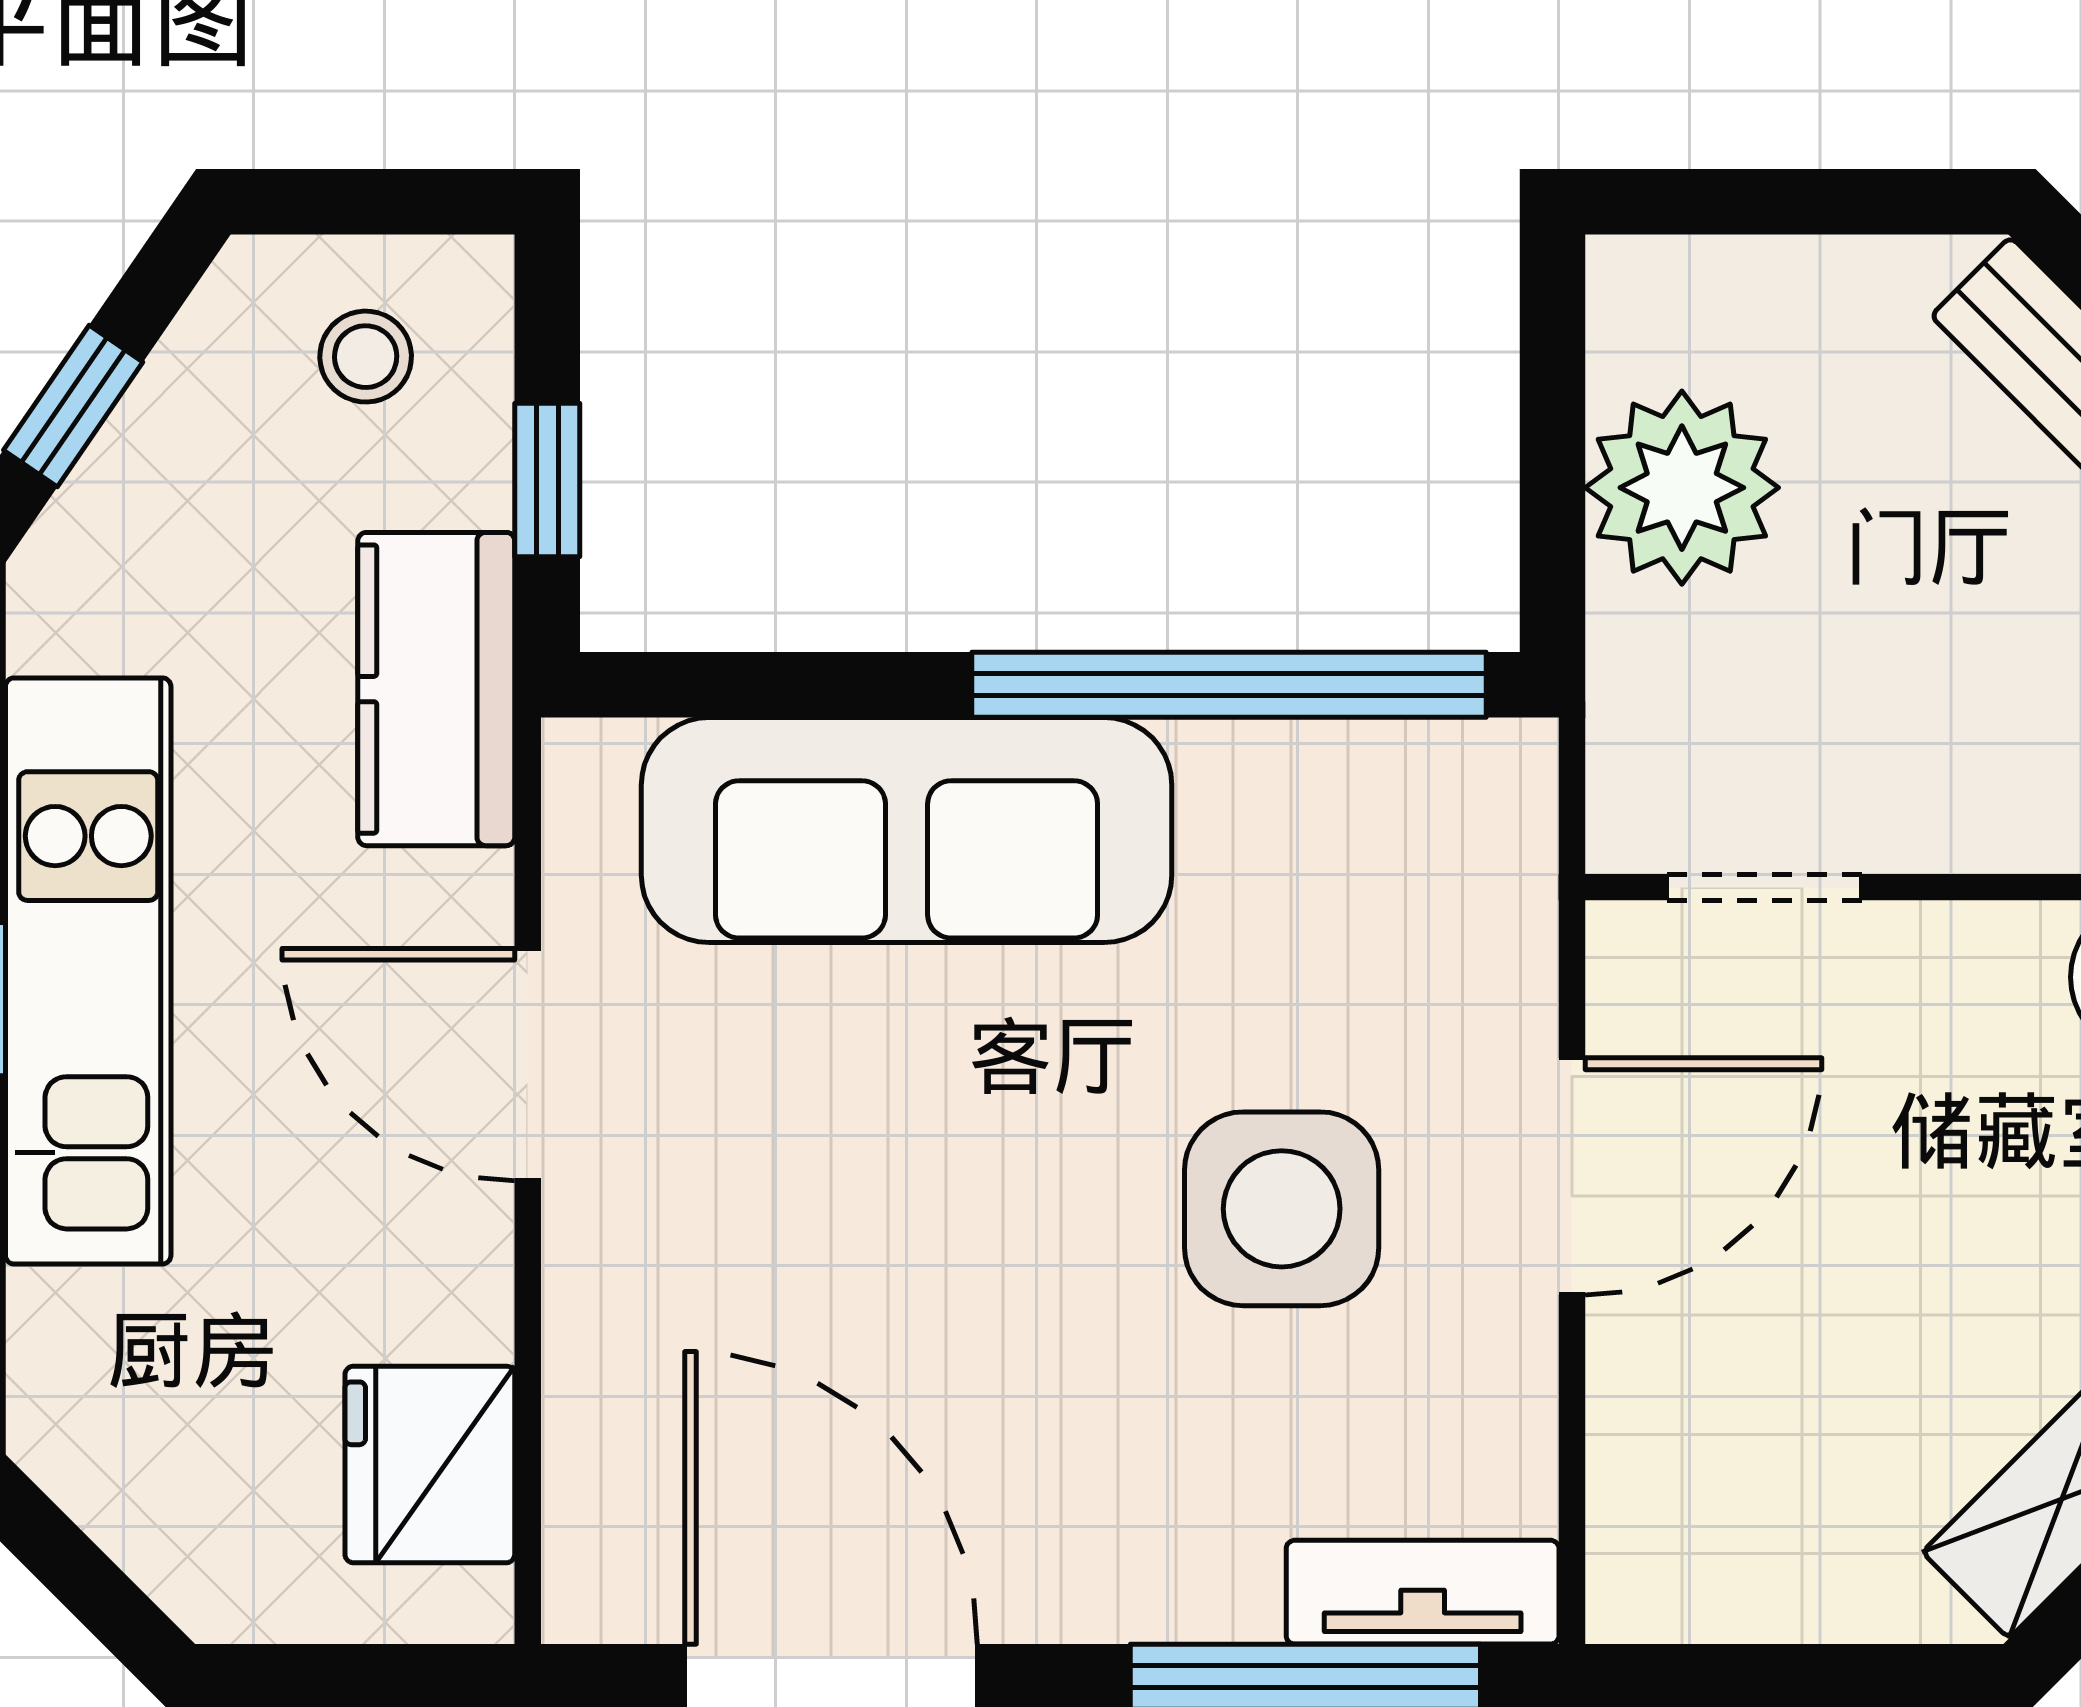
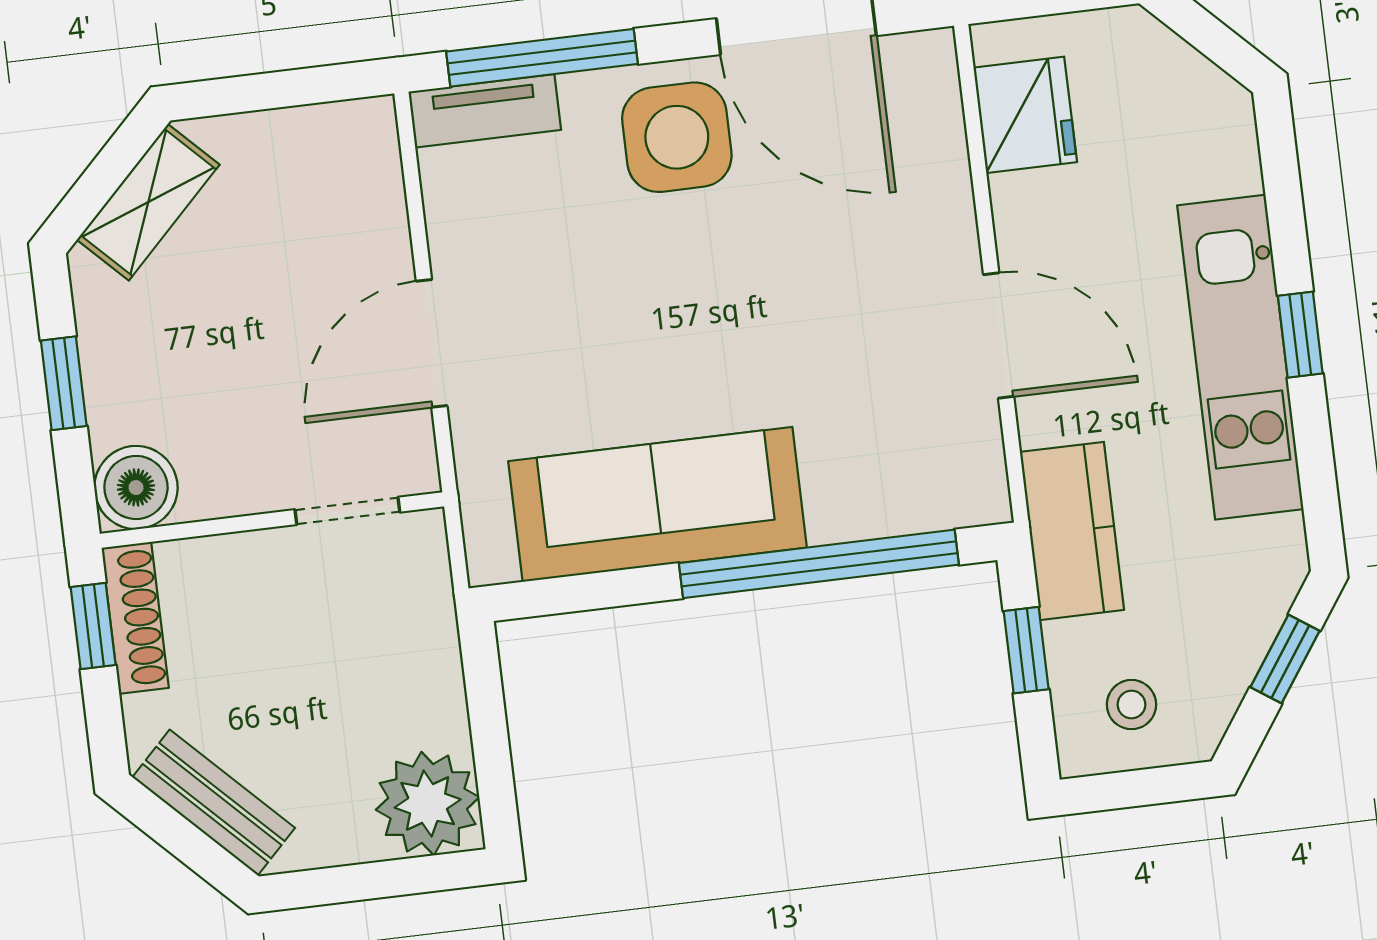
plant: (1682, 488) -> (428, 804), moved
window: (1229, 685) -> (819, 564), moved
sofa: (907, 830) -> (657, 504), moved
side table: (1282, 1209) -> (677, 137), moved

